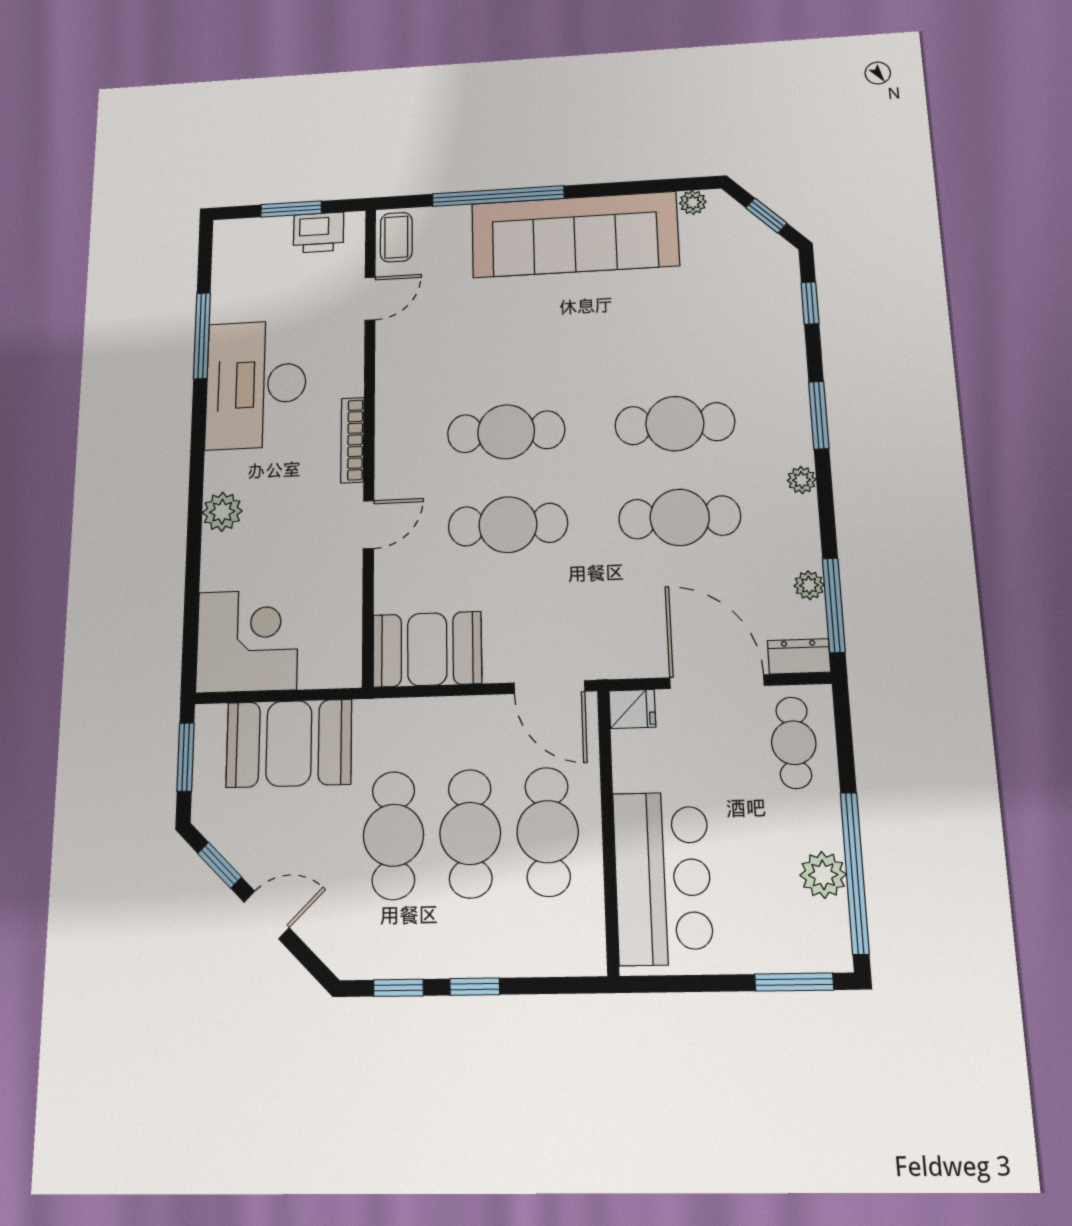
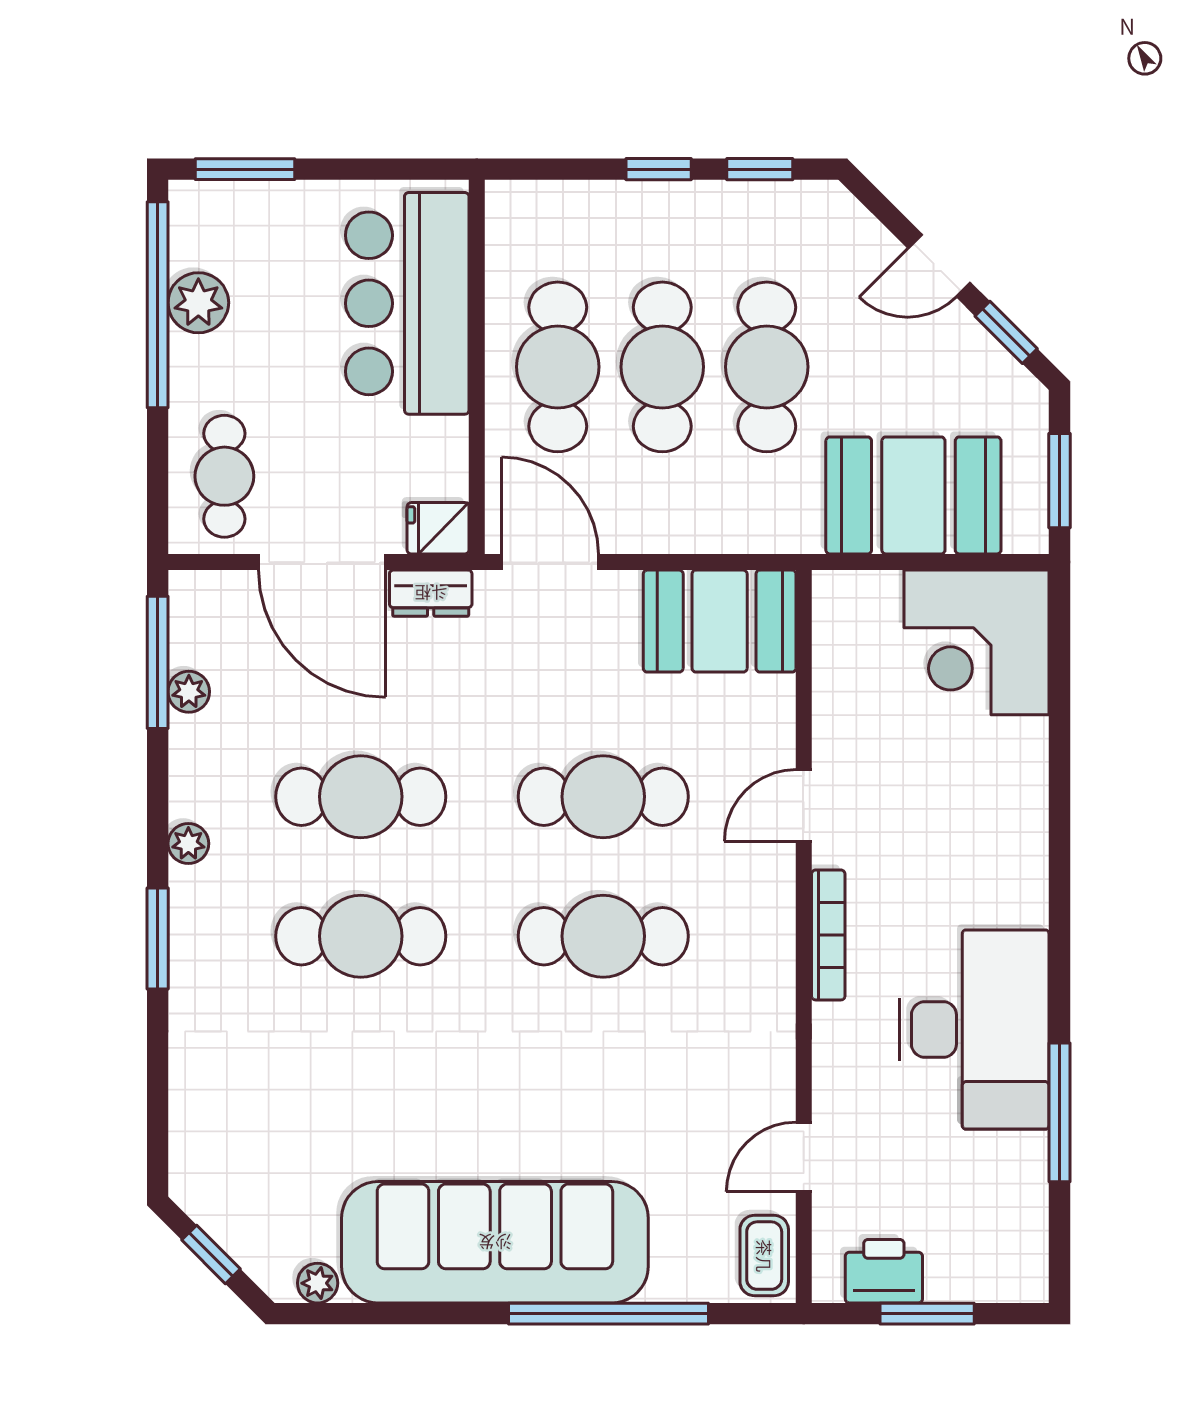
window: (810, 303) -> (158, 1111), removed
plant: (222, 512) -> (1019, 834), removed
dresser: (799, 656) -> (431, 593), moved

